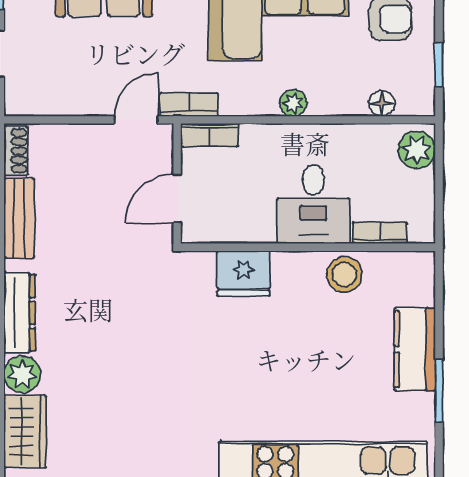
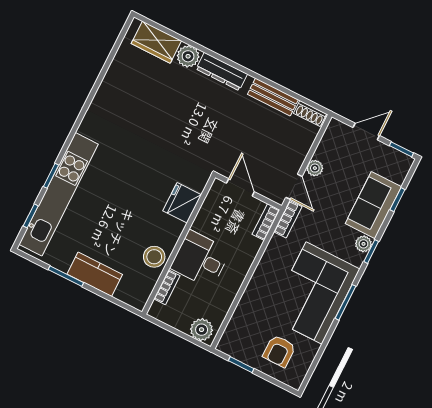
plant: (293, 103) -> (315, 168), moved
floor lamp: (382, 104) -> (236, 323), removed

